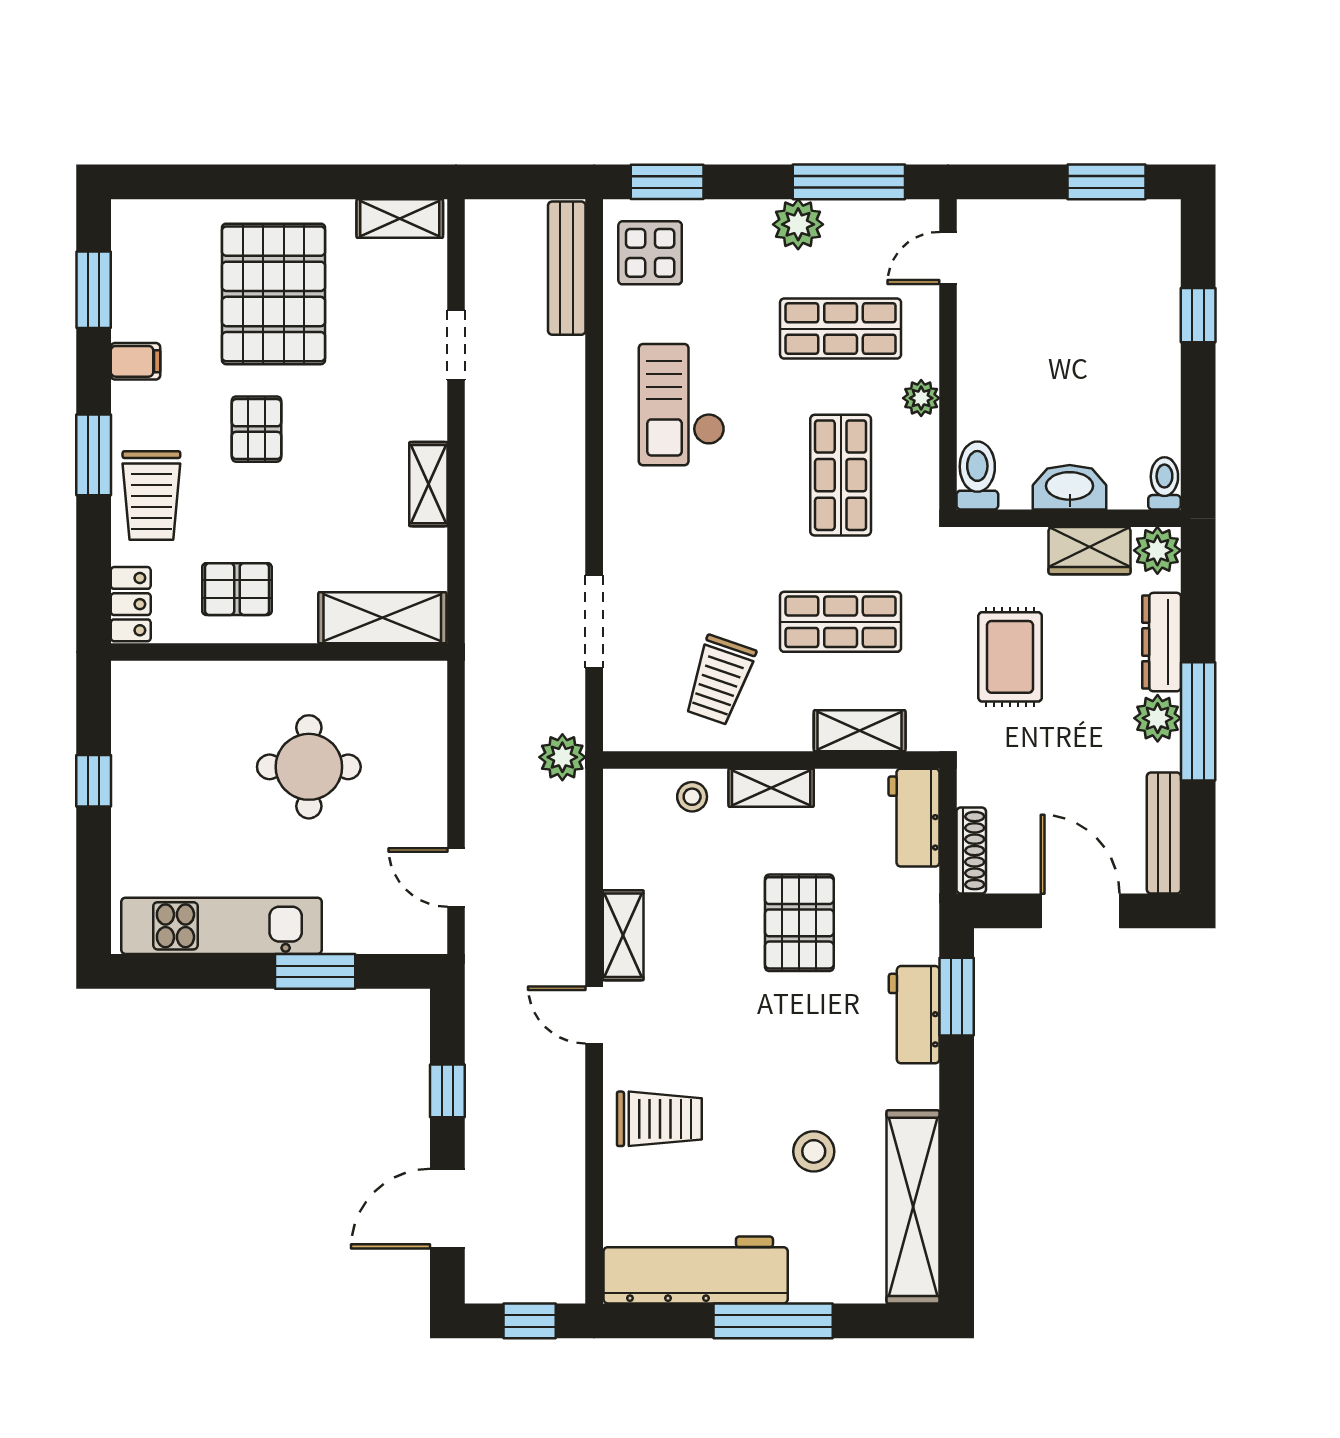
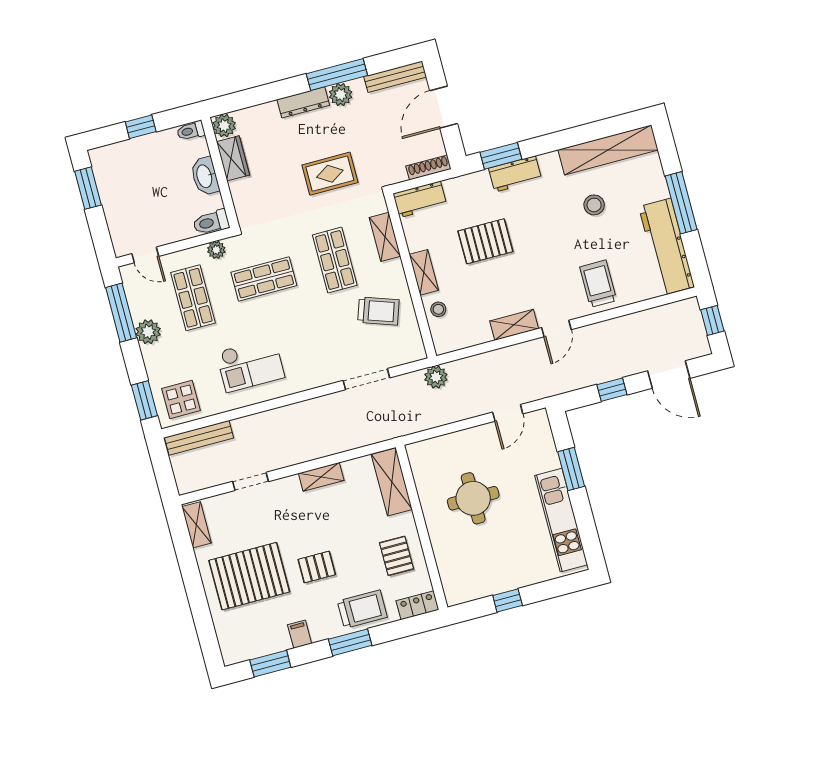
toilet: (977, 475) -> (211, 222), moved
toilet: (1164, 483) -> (191, 131), moved
washbasin: (1070, 487) -> (205, 176), moved
wall: (1069, 518) -> (220, 173), moved
plant: (1157, 550) -> (224, 126), moved
wardrobe: (1090, 551) -> (233, 158), moved

